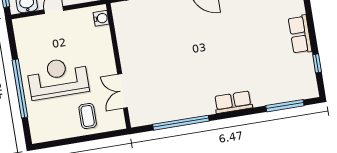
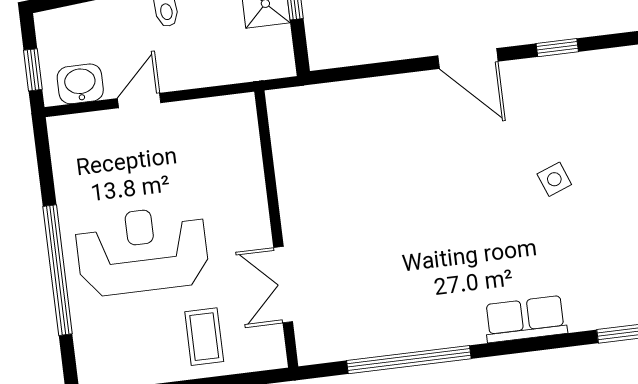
water cooler: (101, 18) -> (243, 123), removed
side table: (244, 38) -> (554, 179), added

